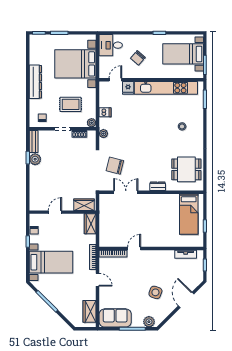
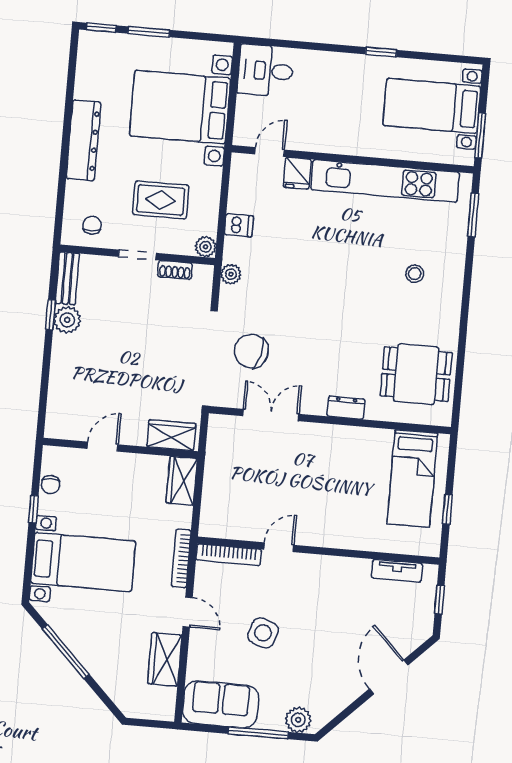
chair: (138, 58) -> (326, 106), removed
side table: (155, 292) -> (263, 633), moved
wardrobe: (90, 311) -> (165, 659), moved

